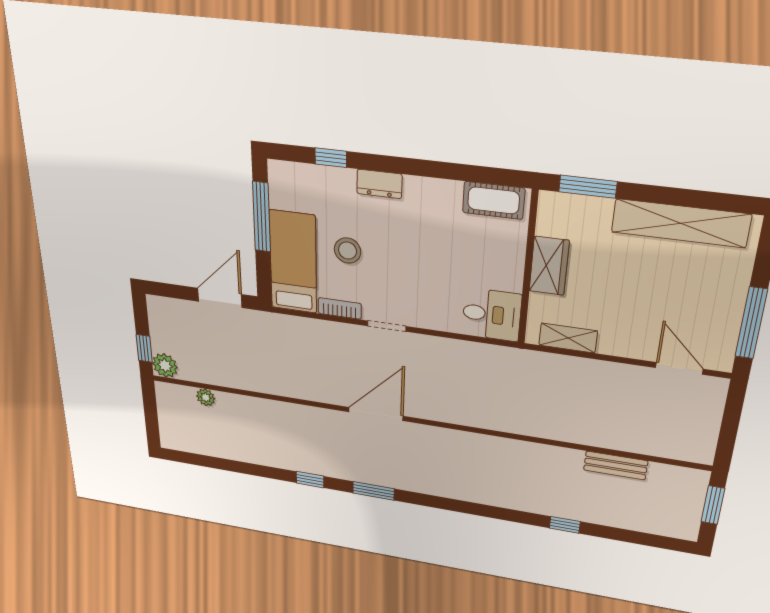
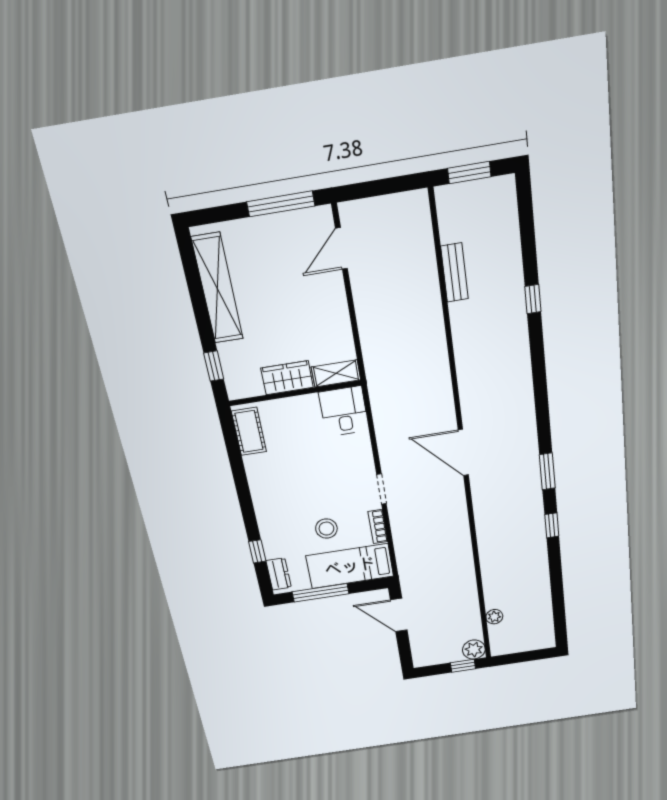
dresser: (379, 184) -> (279, 574), moved
window: (588, 187) -> (214, 366), width x0.67
shelving: (568, 338) -> (336, 373), moved, turned 90
door: (376, 414) -> (463, 453), moved

